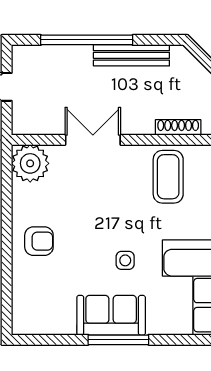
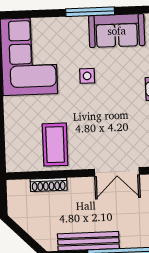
sofa: (111, 315) -> (117, 31), moved

